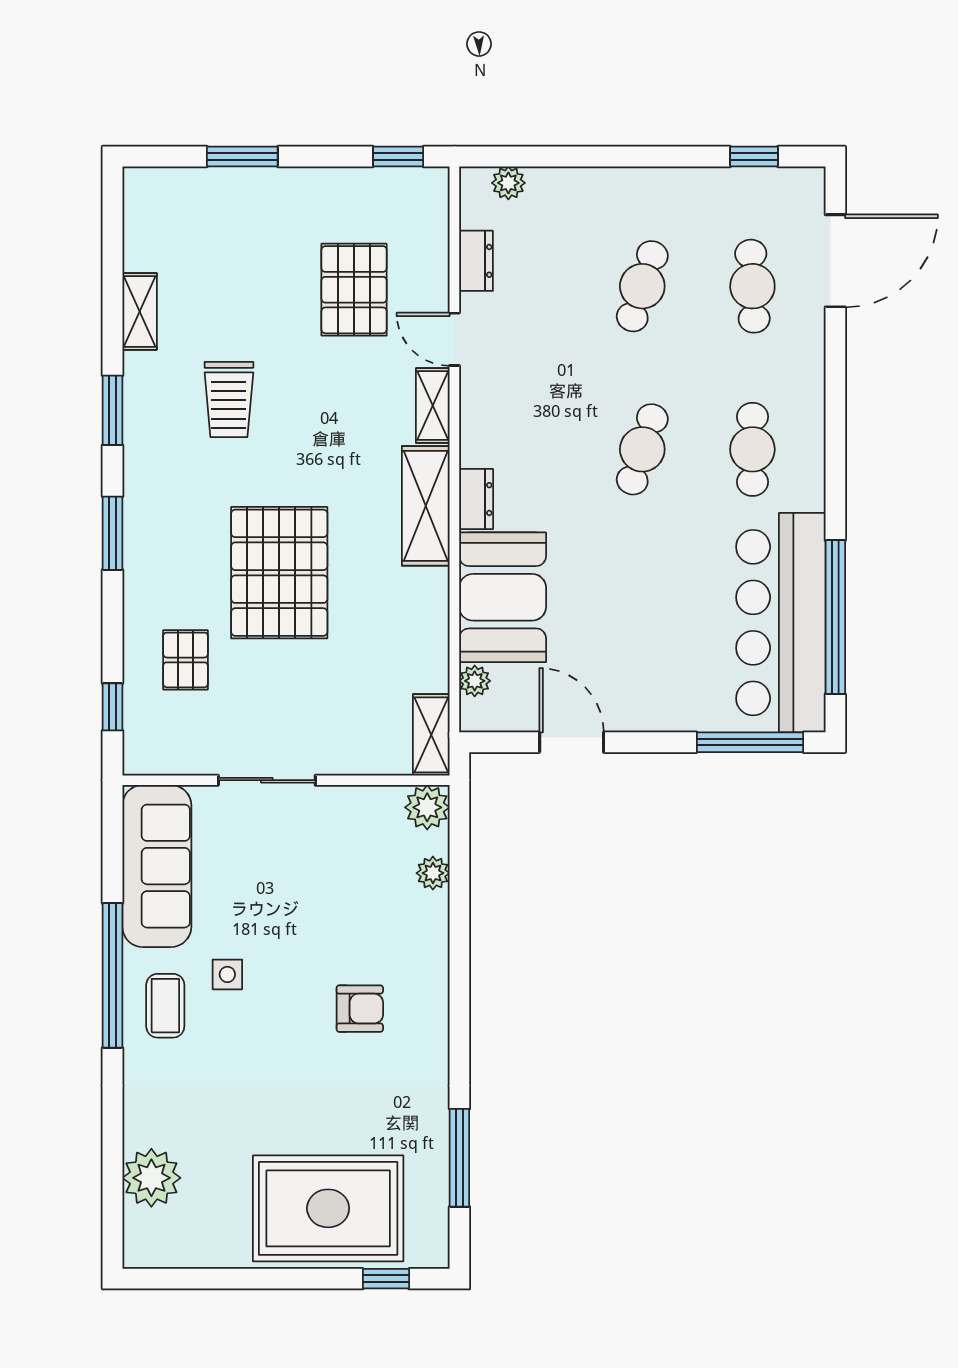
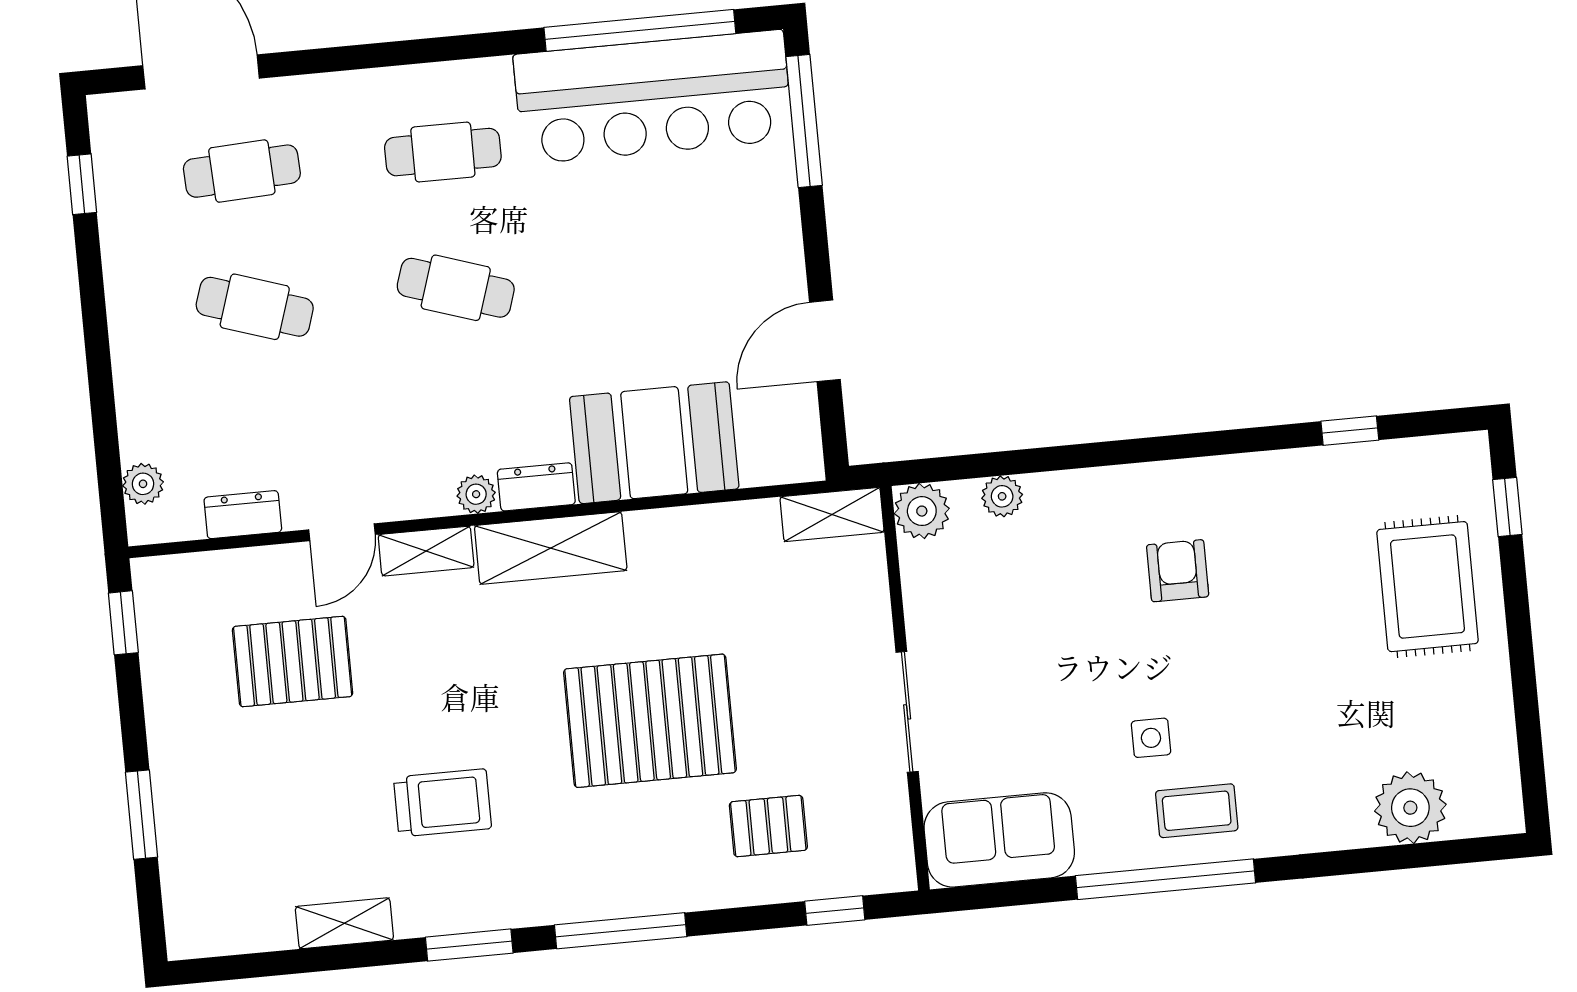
window: (113, 533) -> (621, 931), width x1.44
plant: (475, 681) -> (476, 494), moved
sofa: (157, 866) -> (999, 840), width x0.73
window: (459, 1158) -> (1350, 431), width x0.46
rug: (328, 1208) -> (1427, 587), width x0.73, depth x0.69

